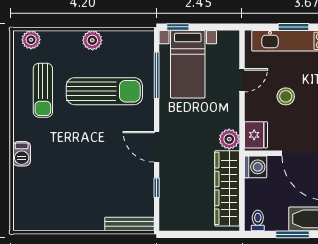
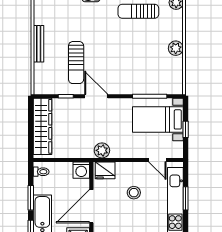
window: (178, 27) -> (186, 129), moved
door: (242, 80) -> (157, 160), moved
sun lounger: (104, 91) -> (76, 63), moved, width x0.73, depth x0.75
door: (157, 147) -> (96, 96), hinge flipped
wardrobe: (227, 188) -> (43, 126), moved, turned 90
bench: (129, 224) -> (39, 44), moved

